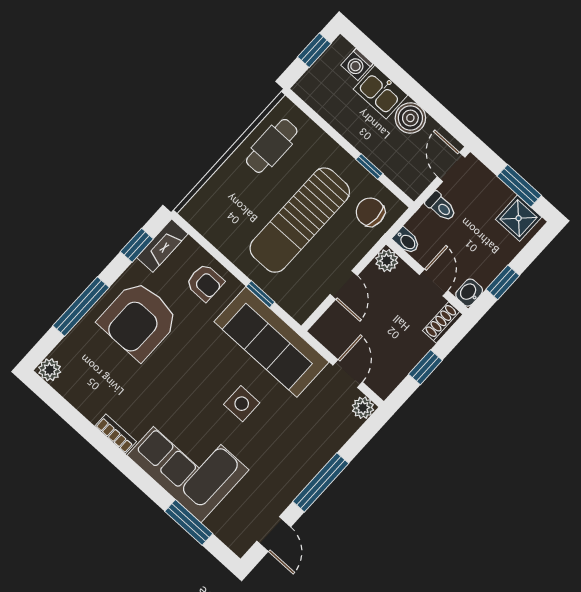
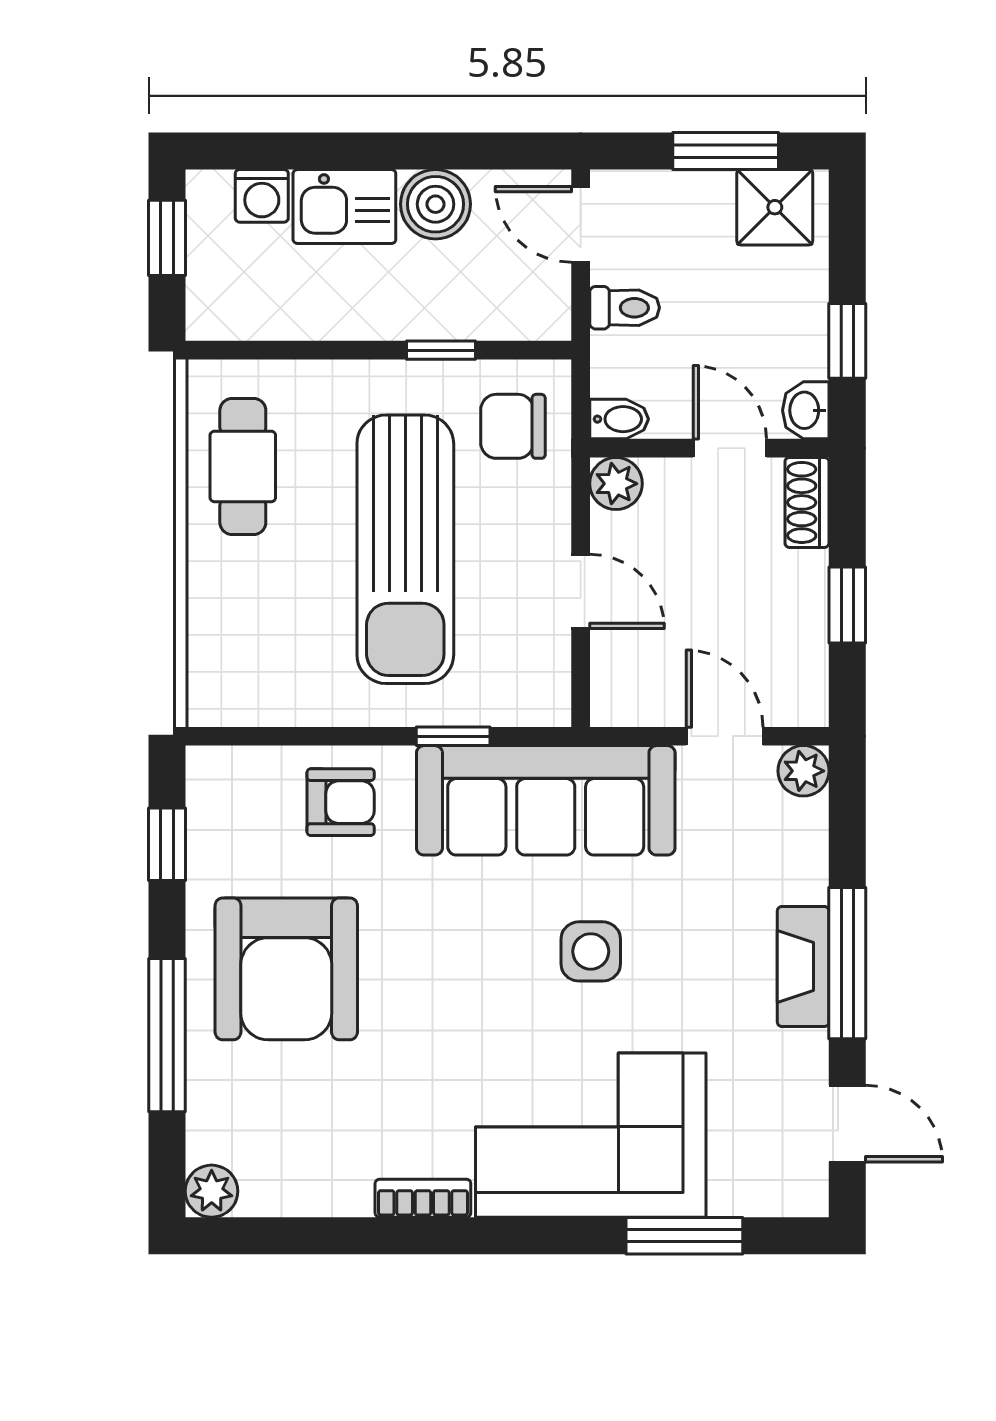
fireplace: (162, 246) -> (803, 967), moved, turned 180

